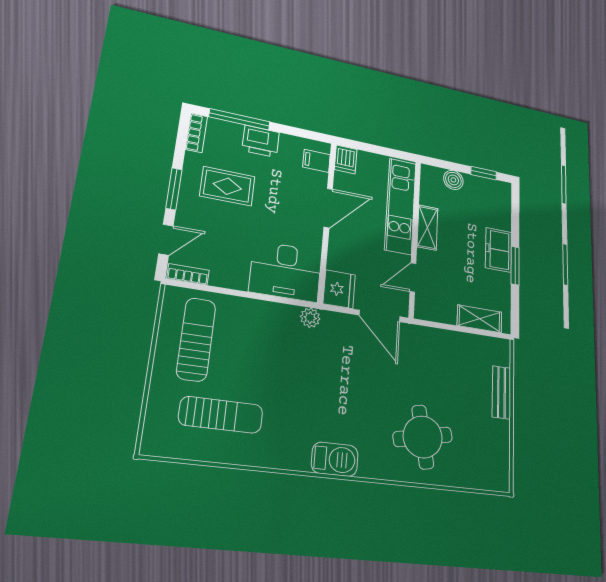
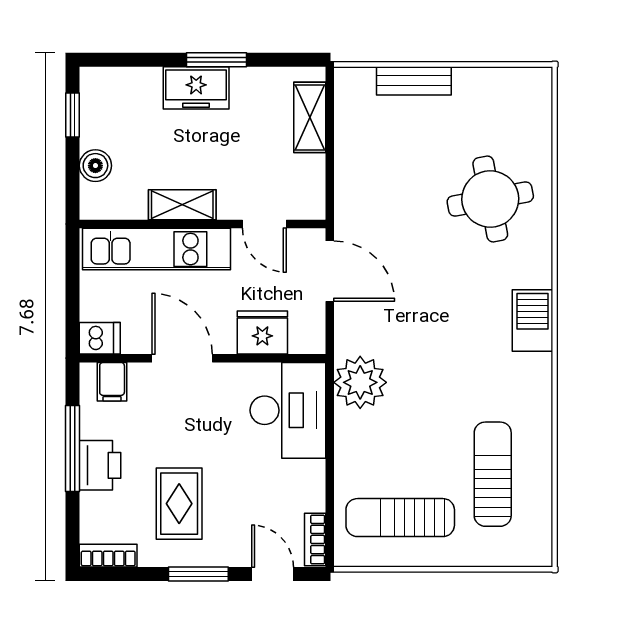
window: (239, 119) -> (73, 449), moved
fridge: (339, 289) -> (262, 332), moved
door: (380, 316) -> (330, 271), hinge flipped
plant: (310, 318) -> (360, 382), width x1.88, depth x1.88

